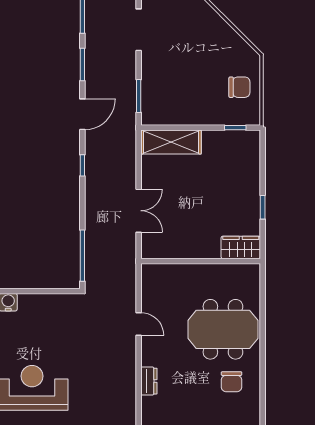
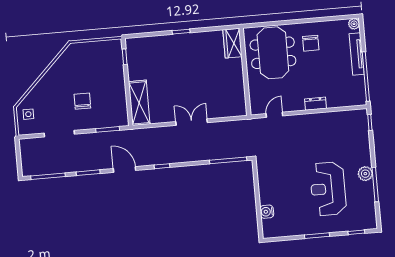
chair: (239, 87) -> (82, 101), moved
wardrobe: (241, 247) -> (232, 43), moved
wall: (201, 261) -> (245, 72), moved
chair: (232, 382) -> (311, 43), turned 90

